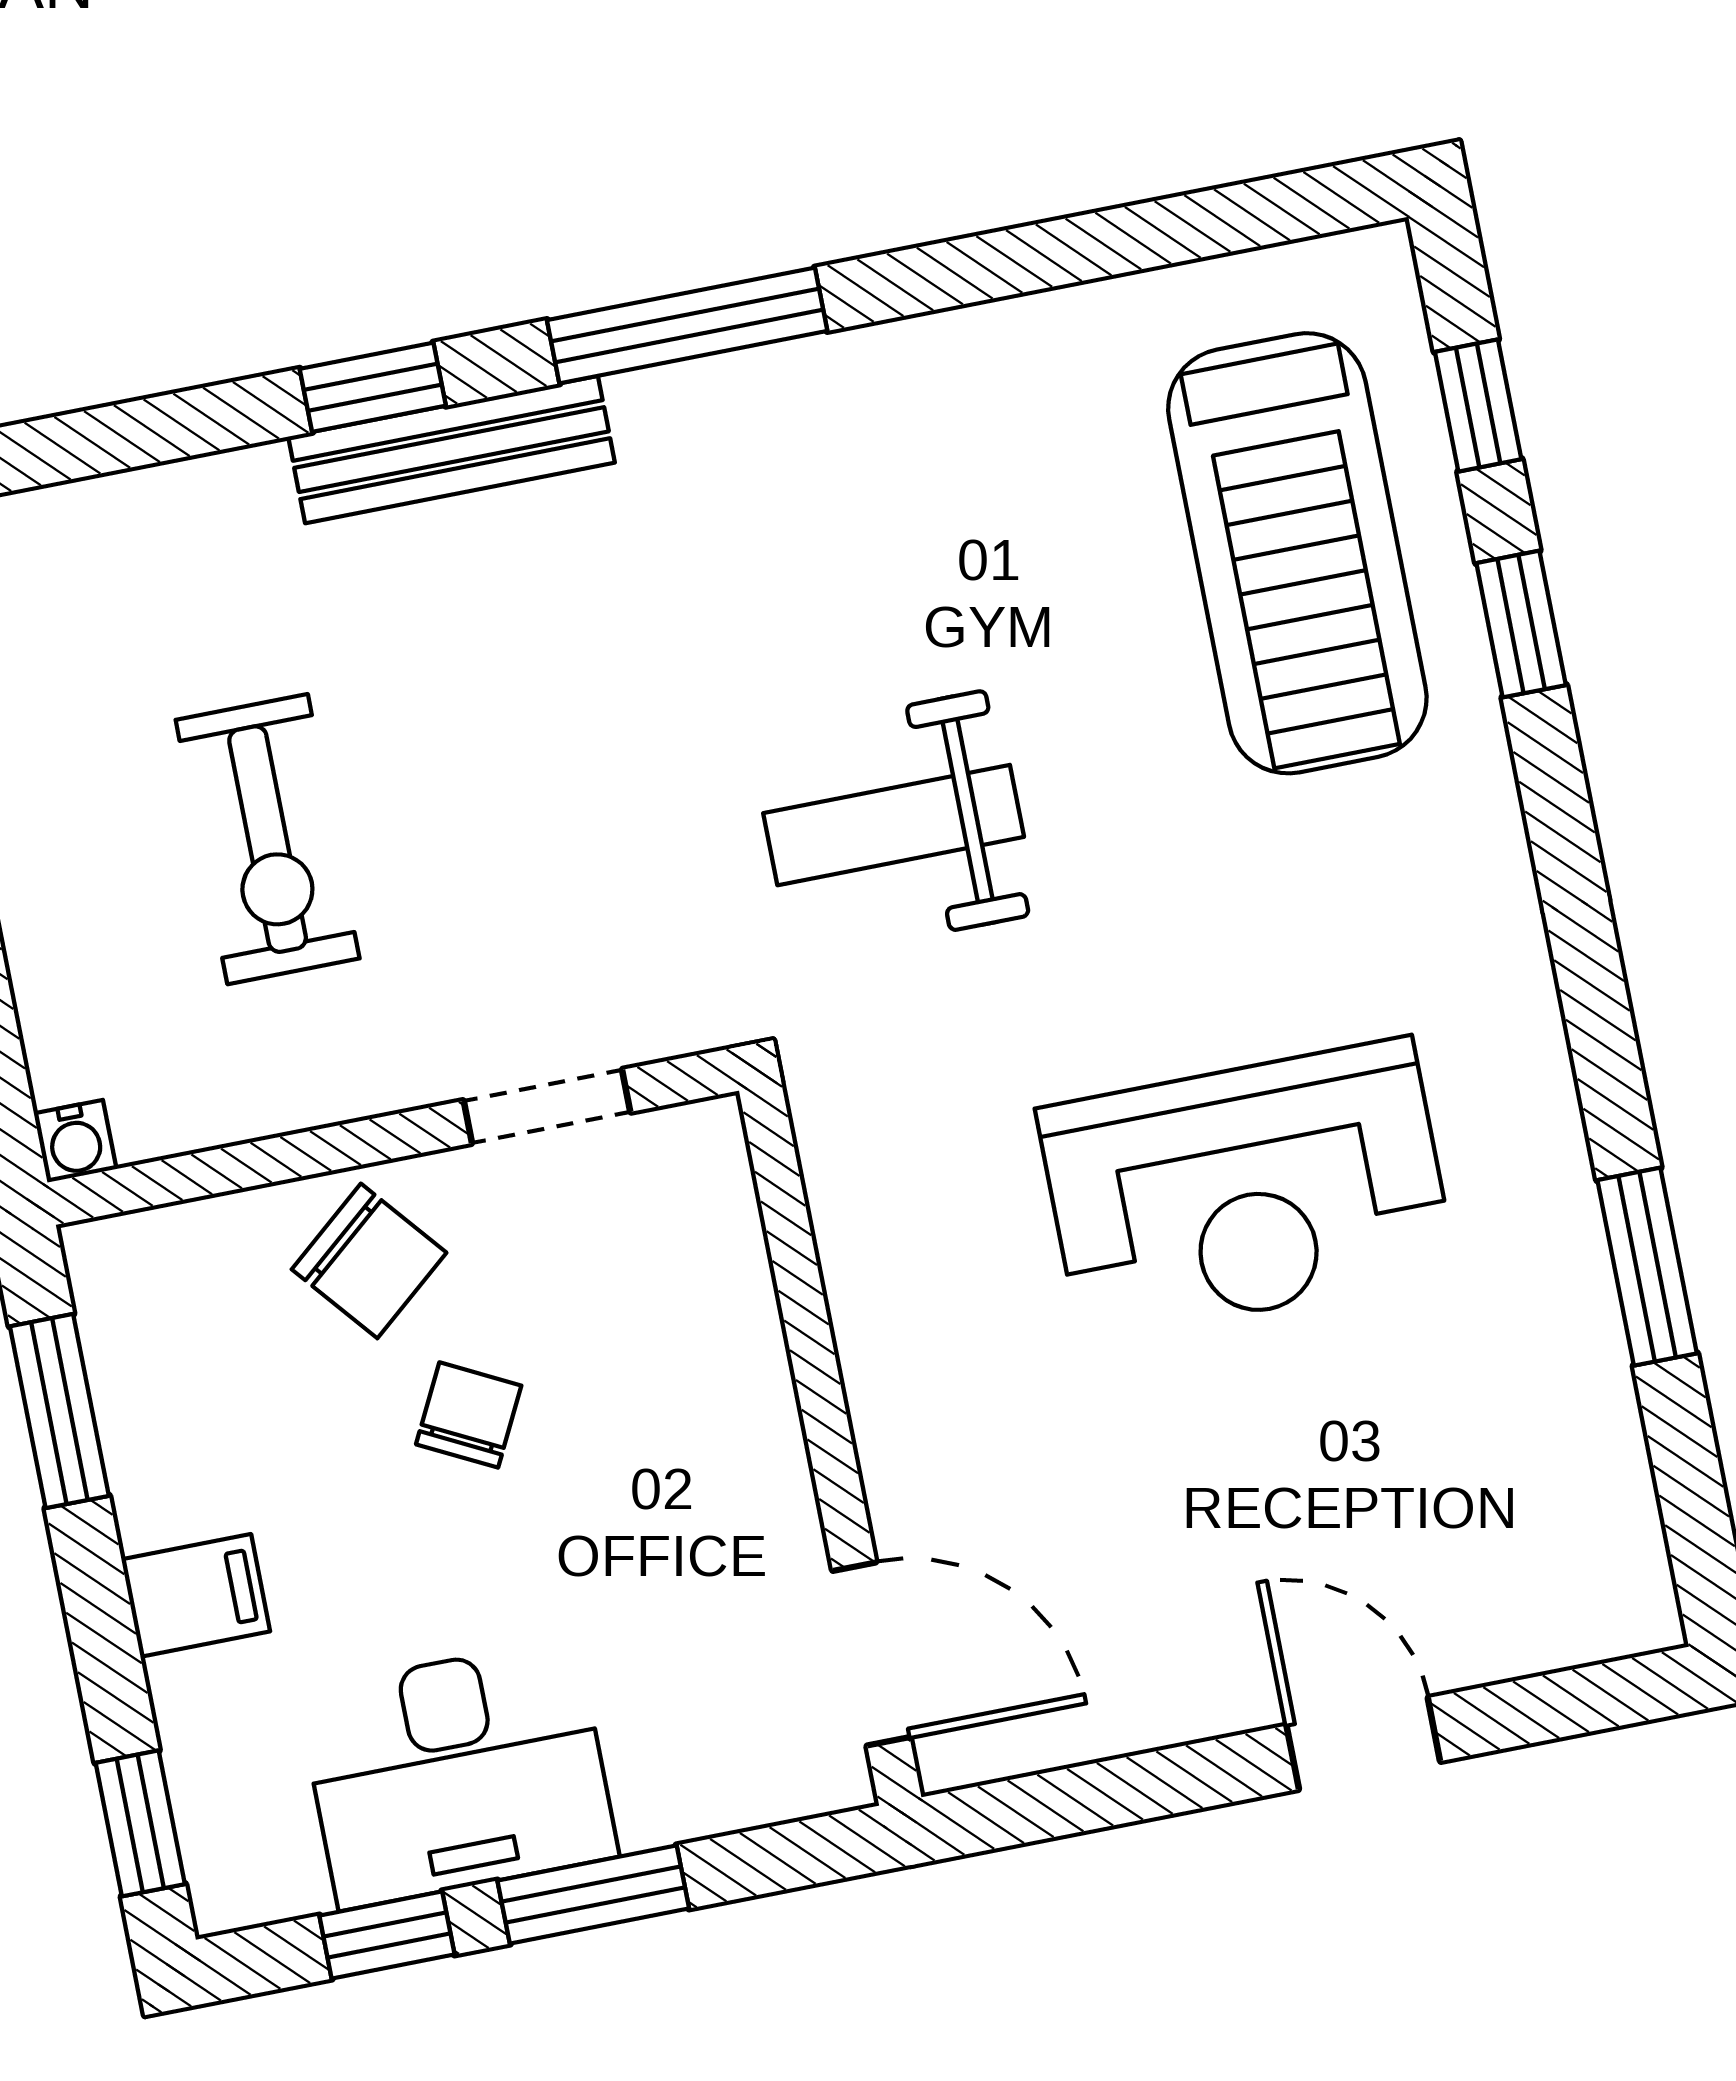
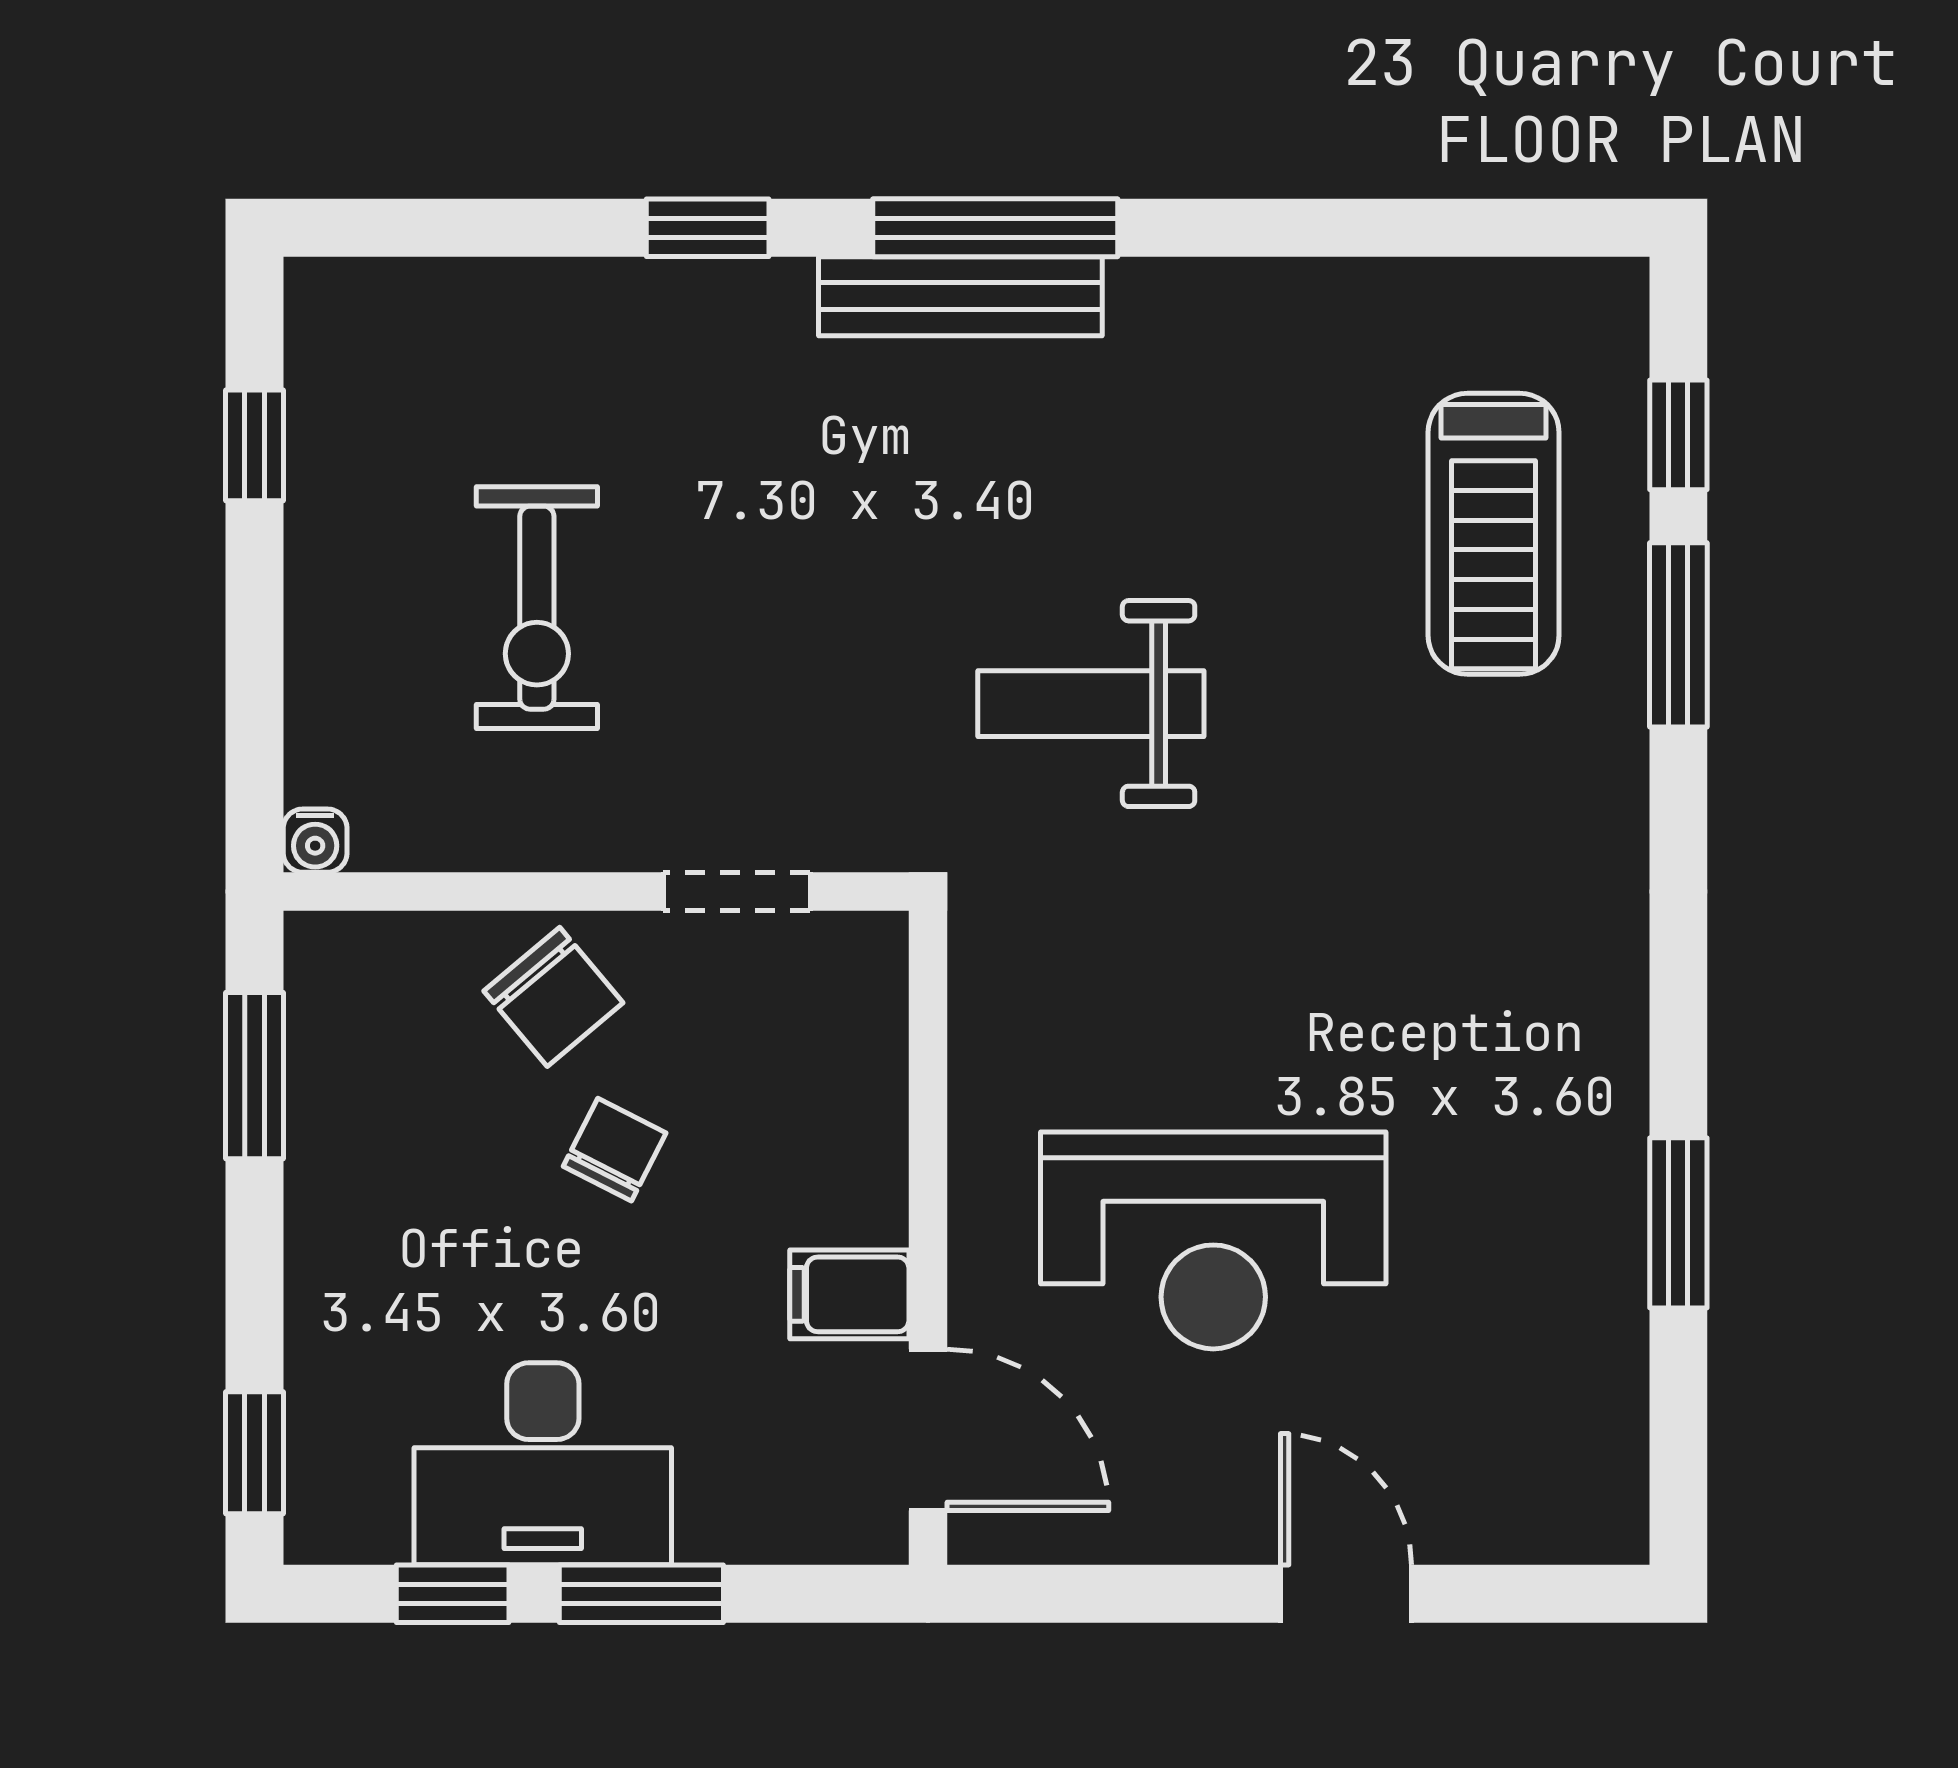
bench: (452, 450) -> (960, 296), moved
treadmill: (1297, 553) -> (1494, 534), width x0.73, depth x0.73
window: (1521, 624) -> (1678, 635), width x1.50
reception desk: (1246, 1190) -> (1213, 1240), moved
filing cabinet: (196, 1595) -> (849, 1294), moved, turned 180

